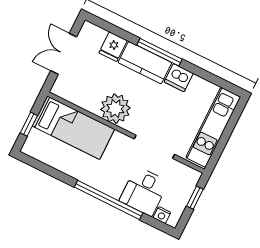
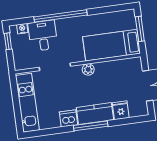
plant: (115, 109) -> (88, 69), width x0.53, depth x0.53
window: (29, 124) -> (140, 29), width x1.50
window: (195, 198) -> (8, 41), moved

